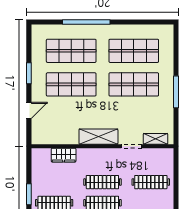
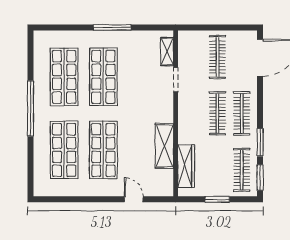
window: (86, 22) -> (30, 109), moved
window: (29, 73) -> (90, 199), removed
shelving: (98, 137) -> (164, 146), moved
wardrobe: (64, 155) -> (186, 166), width x1.50
window: (29, 194) -> (217, 199), moved

